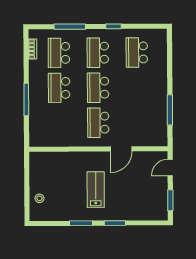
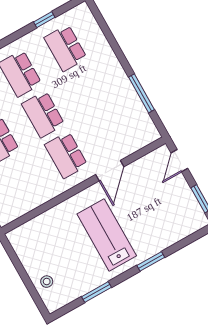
window: (114, 26) -> (44, 20), moved
lab bench: (96, 190) -> (107, 235), width x1.36, depth x1.39
window: (81, 223) -> (96, 292), moved

